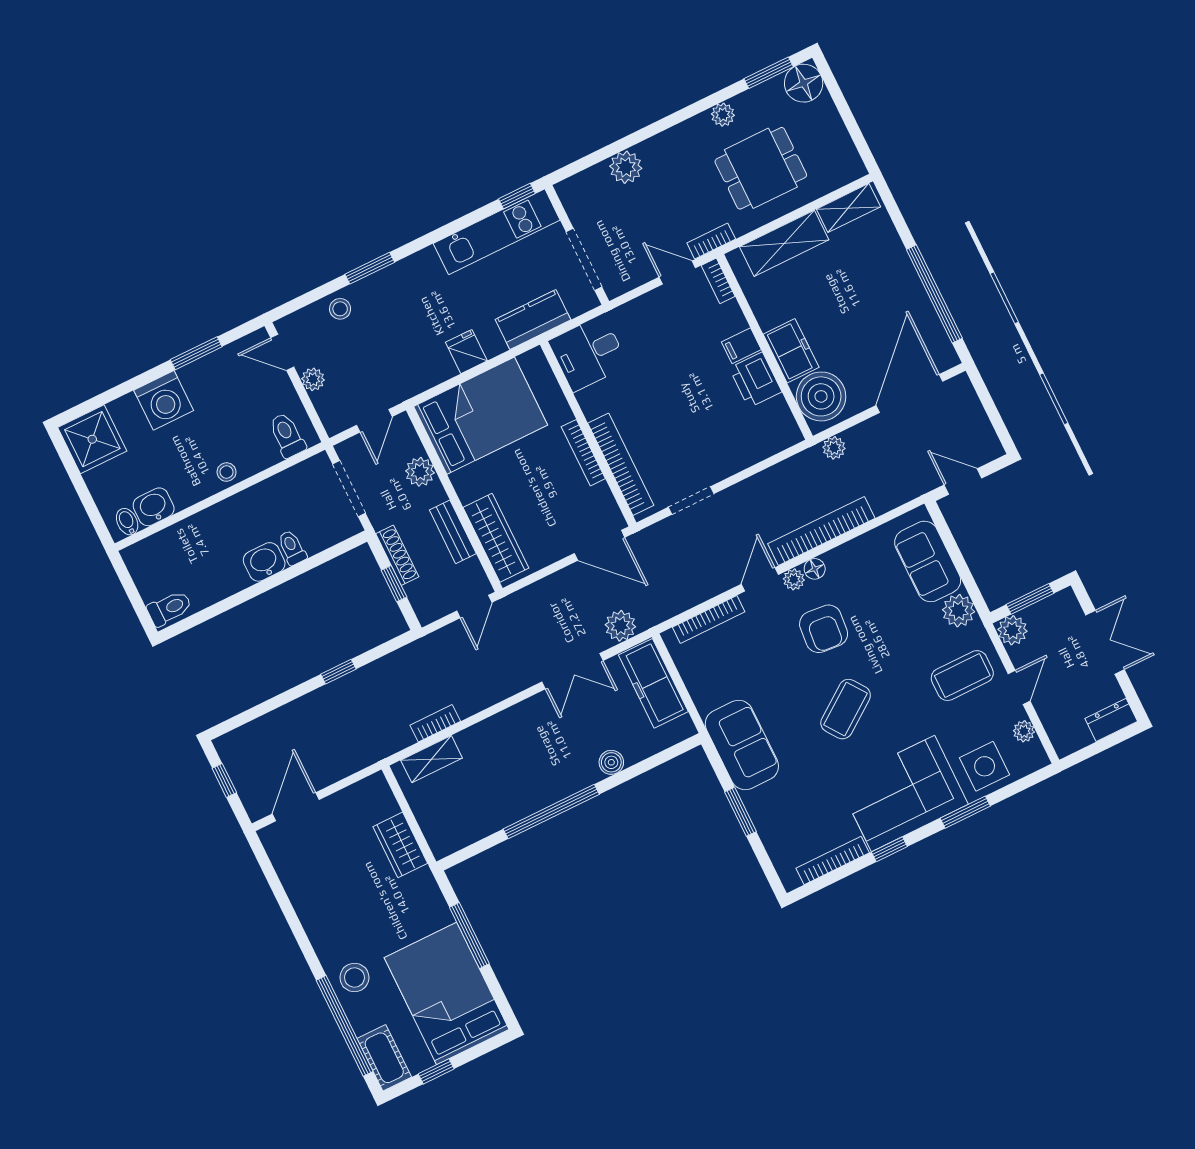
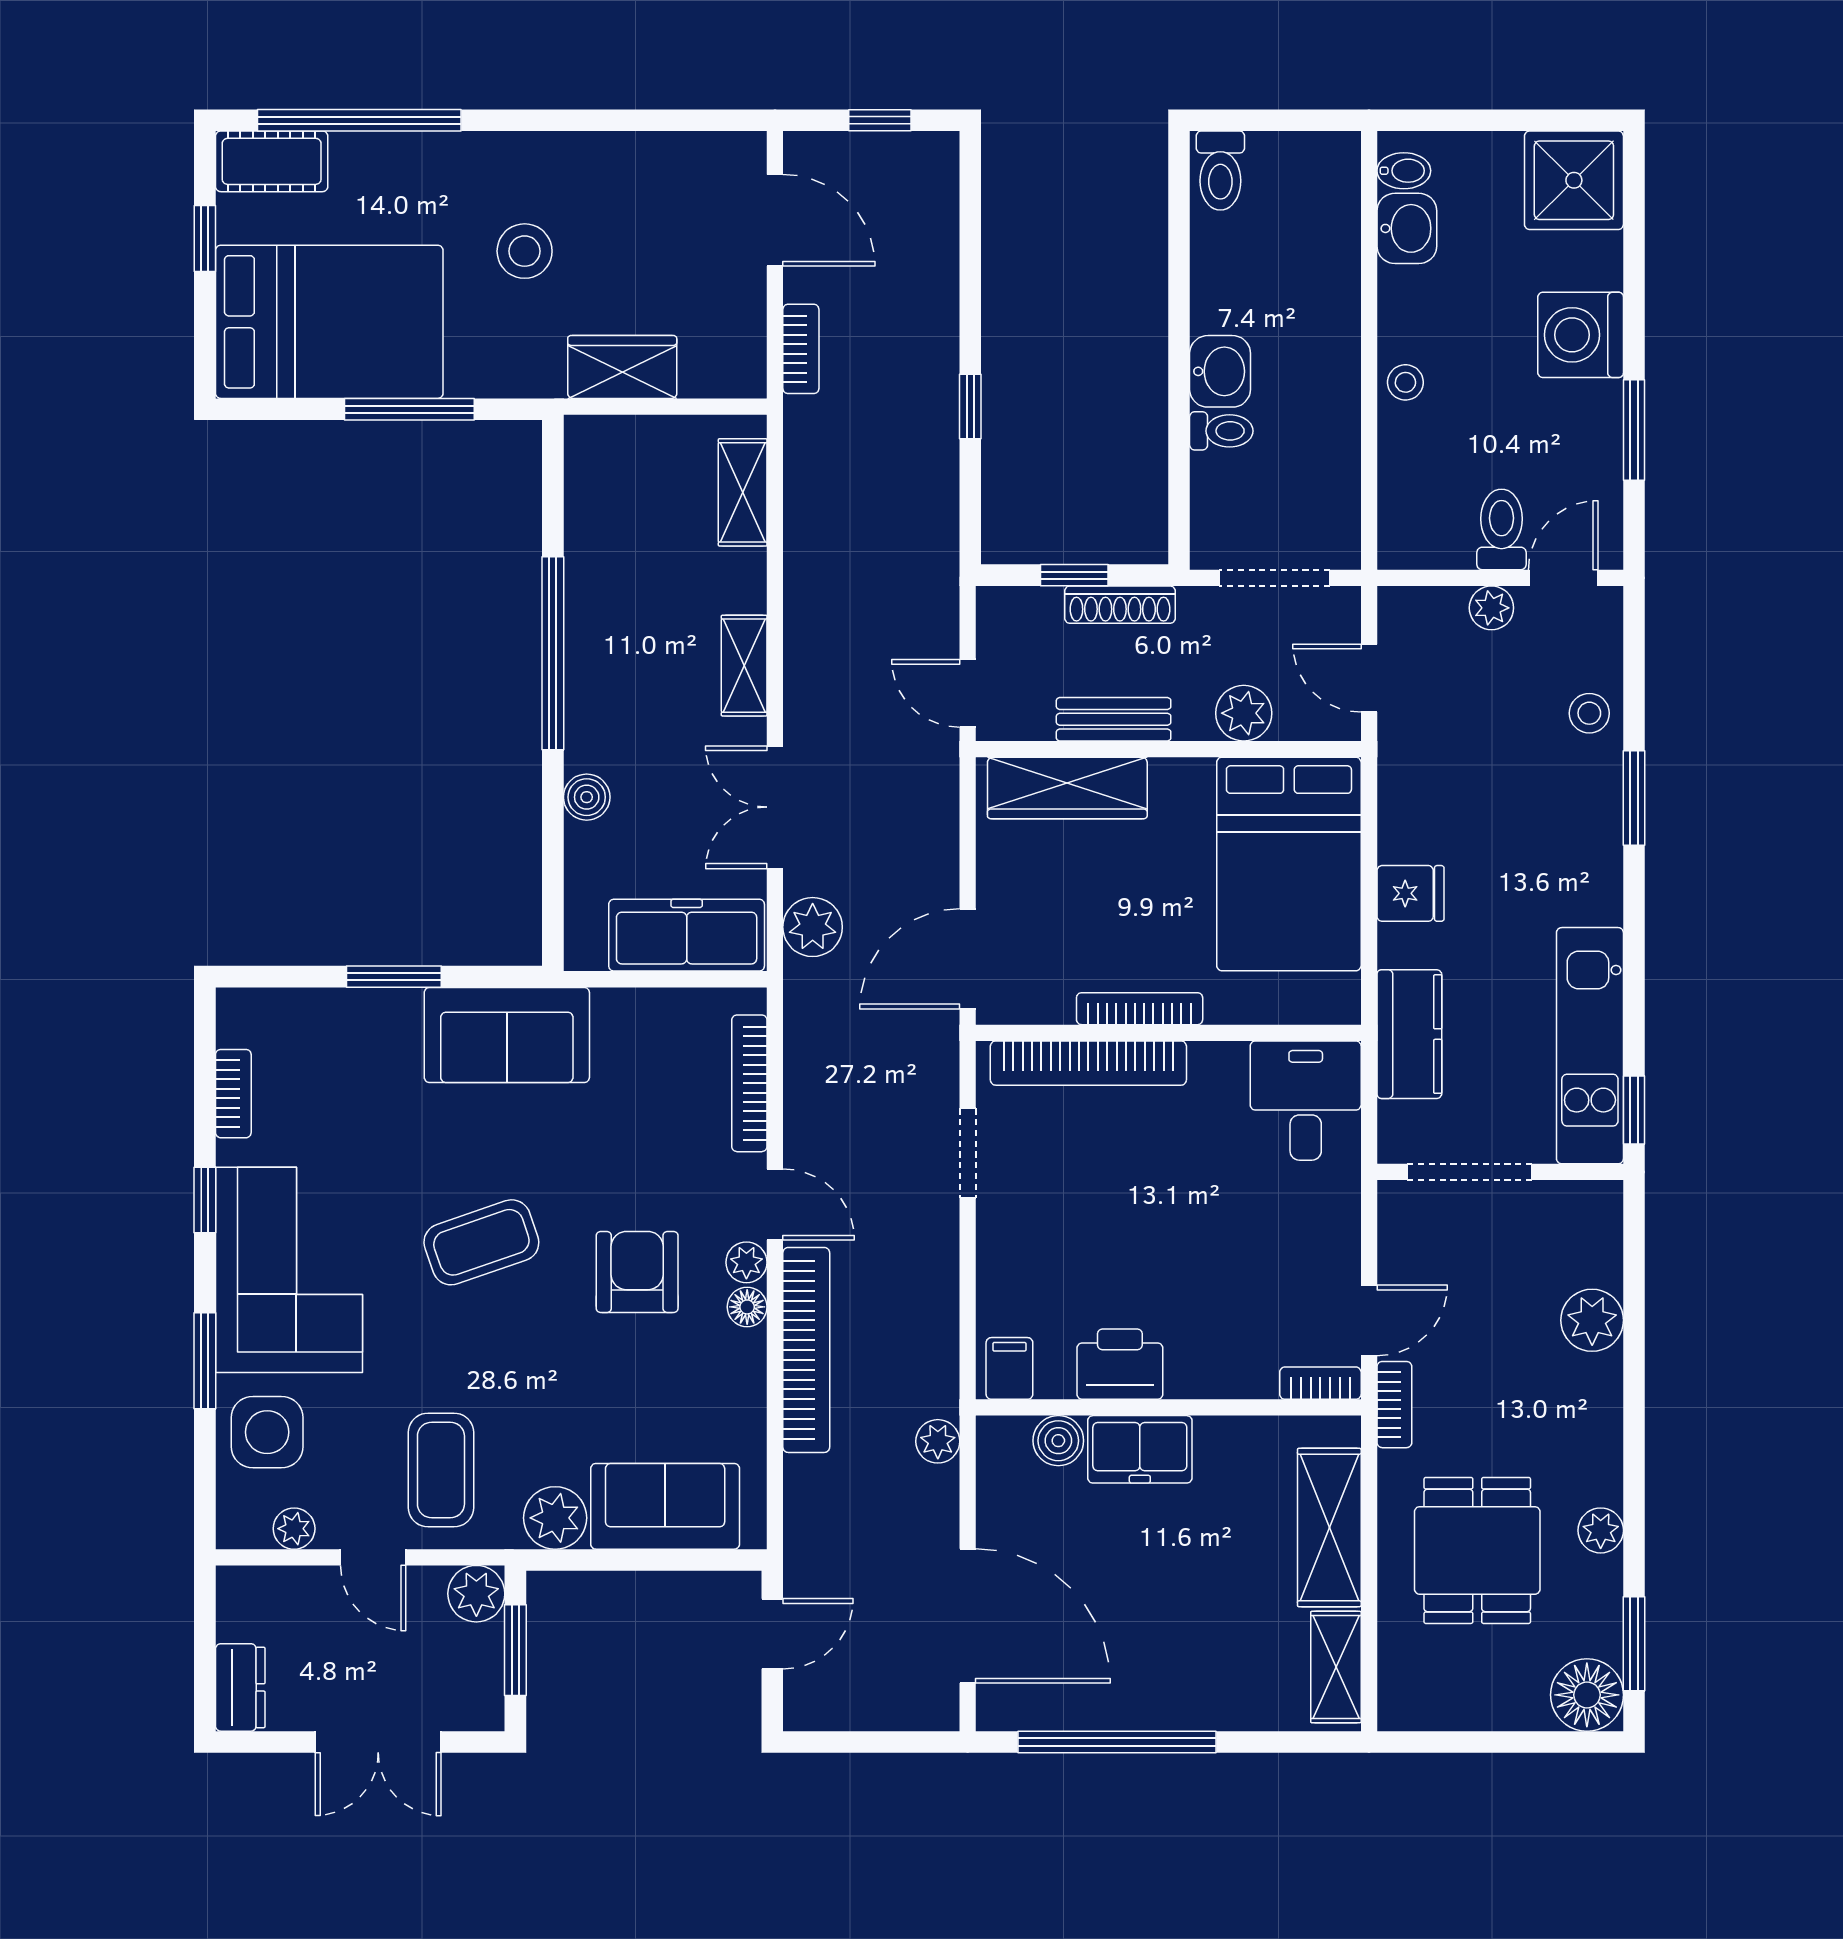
filing cabinet: (741, 346) -> (1009, 1368), moved
boiler: (821, 396) -> (1058, 1441), width x0.54, depth x0.54
toilet: (287, 435) -> (1502, 529), moved, turned -90
armchair: (824, 629) -> (637, 1272), turned 85
coffee table: (846, 709) -> (481, 1242), turned -73
shelving: (513, 718) -> (744, 666), added
bookcase: (435, 723) -> (801, 349), moved
bookcase: (833, 860) -> (233, 1094), width x0.64
stool: (354, 978) -> (525, 251), moved

